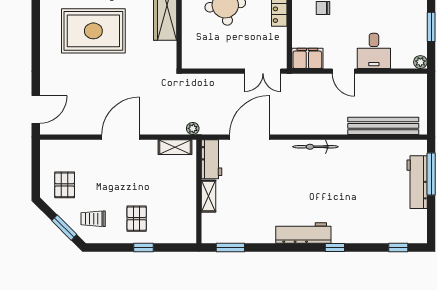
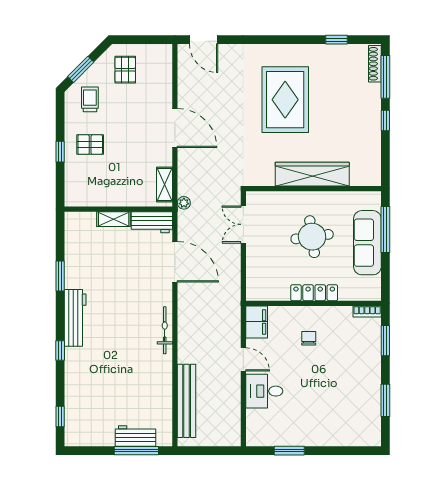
plant: (420, 62) -> (253, 439), removed
double door: (263, 71) -> (243, 224), moved
door: (343, 71) -> (243, 359), swing flipped
workbench: (417, 182) -> (136, 436), width x0.73
pallet: (65, 185) -> (125, 70), turned 90
window: (230, 247) -> (60, 276), moved

